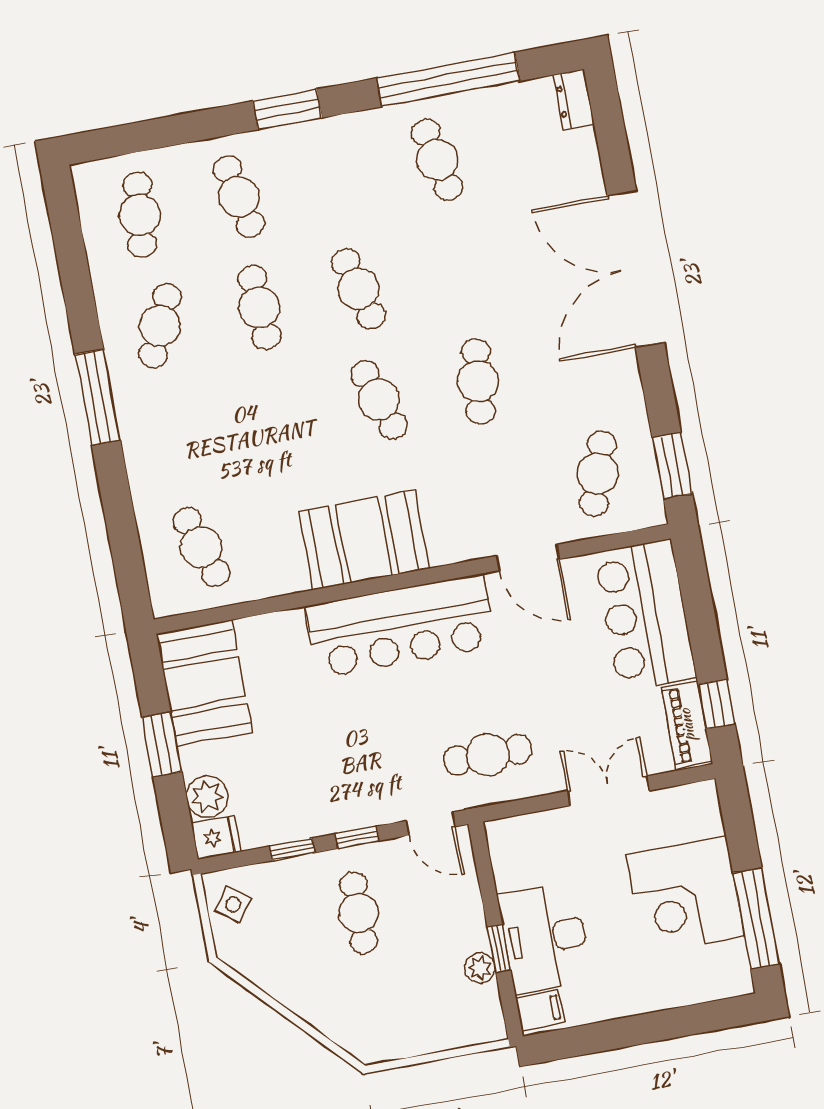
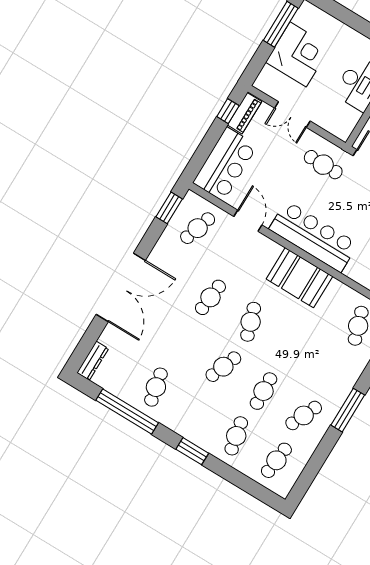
dresser: (574, 99) -> (93, 361), width x1.44
cafe table: (358, 289) -> (223, 367), turned 36

